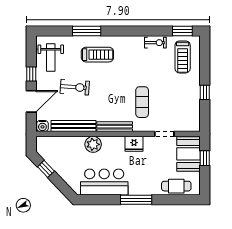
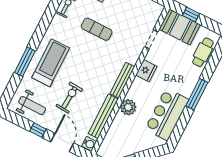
treadmill: (97, 55) -> (51, 63), width x1.37, depth x1.38
exercise mat: (142, 102) -> (97, 29), moved

